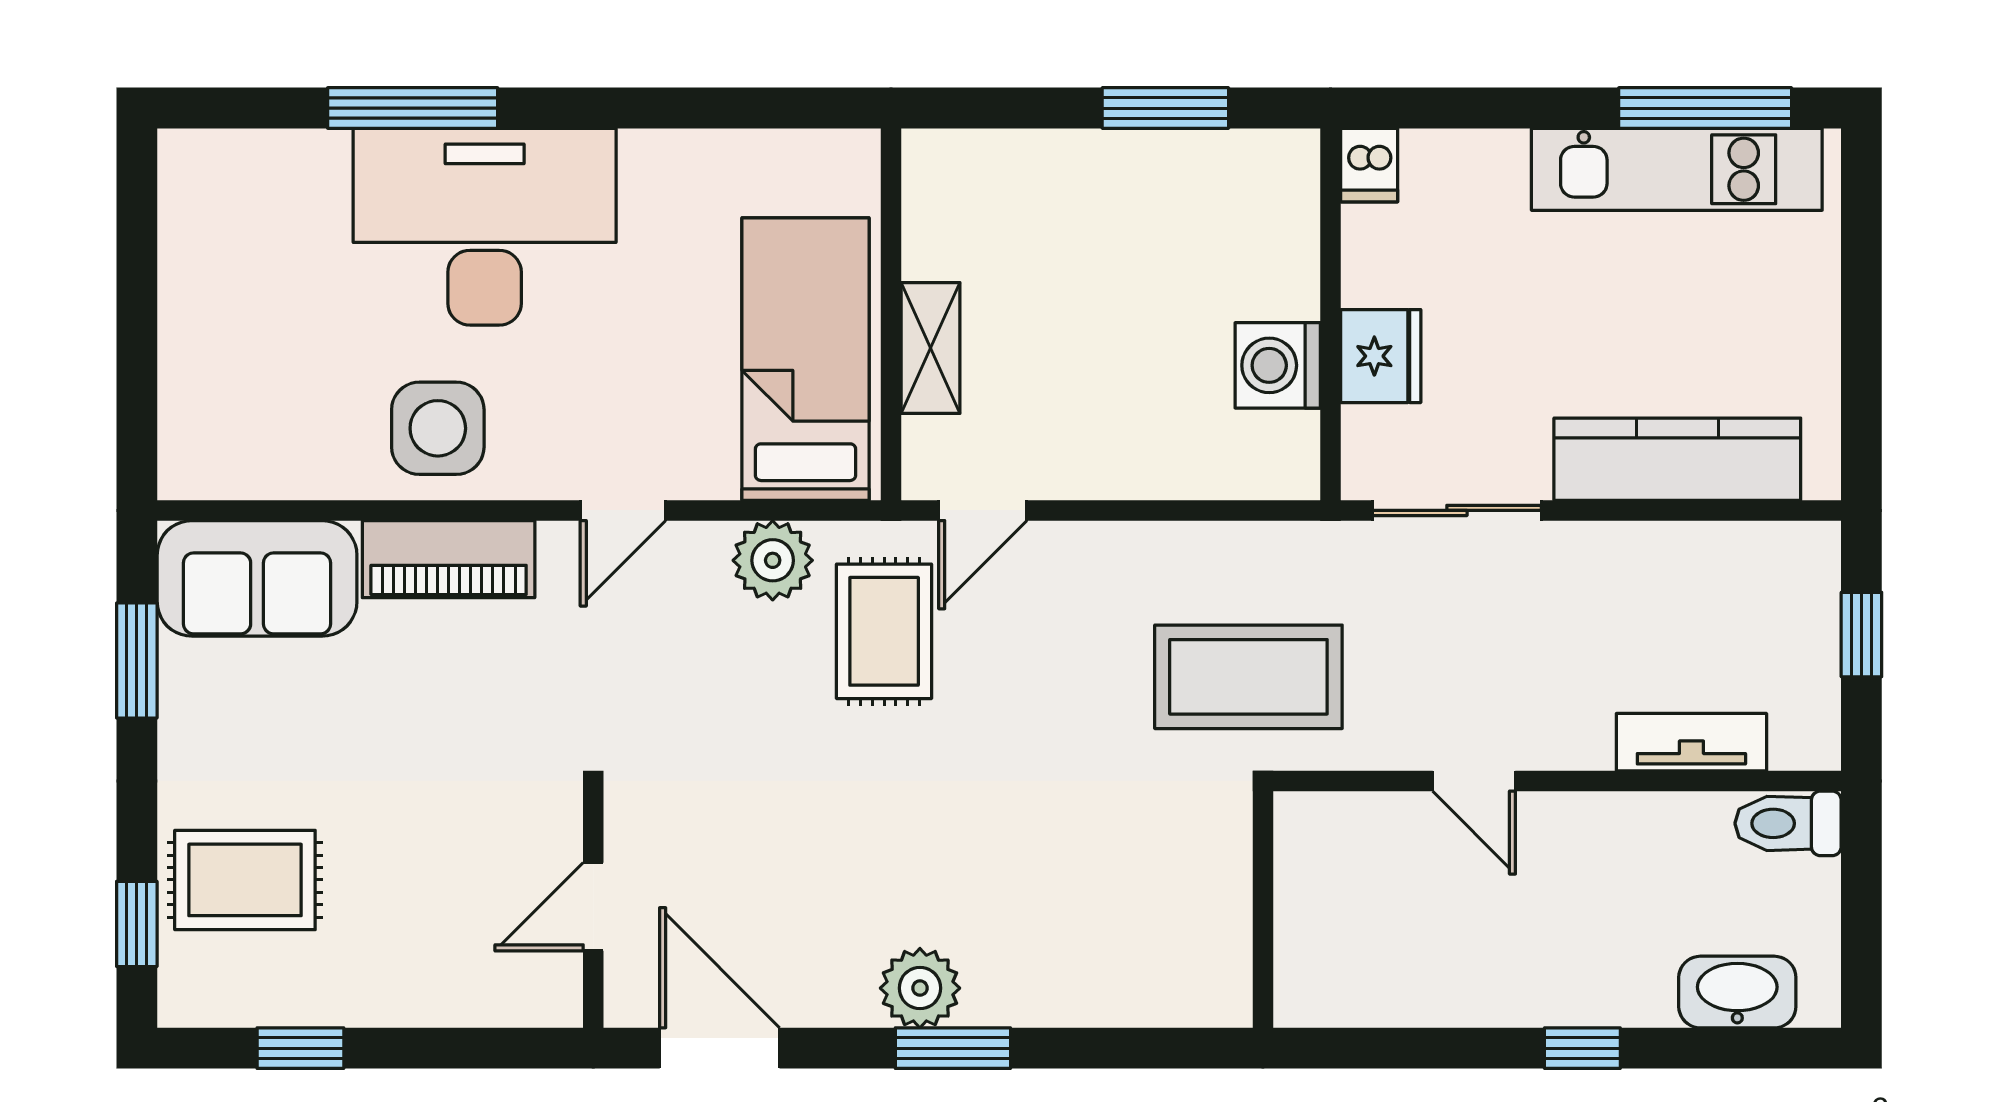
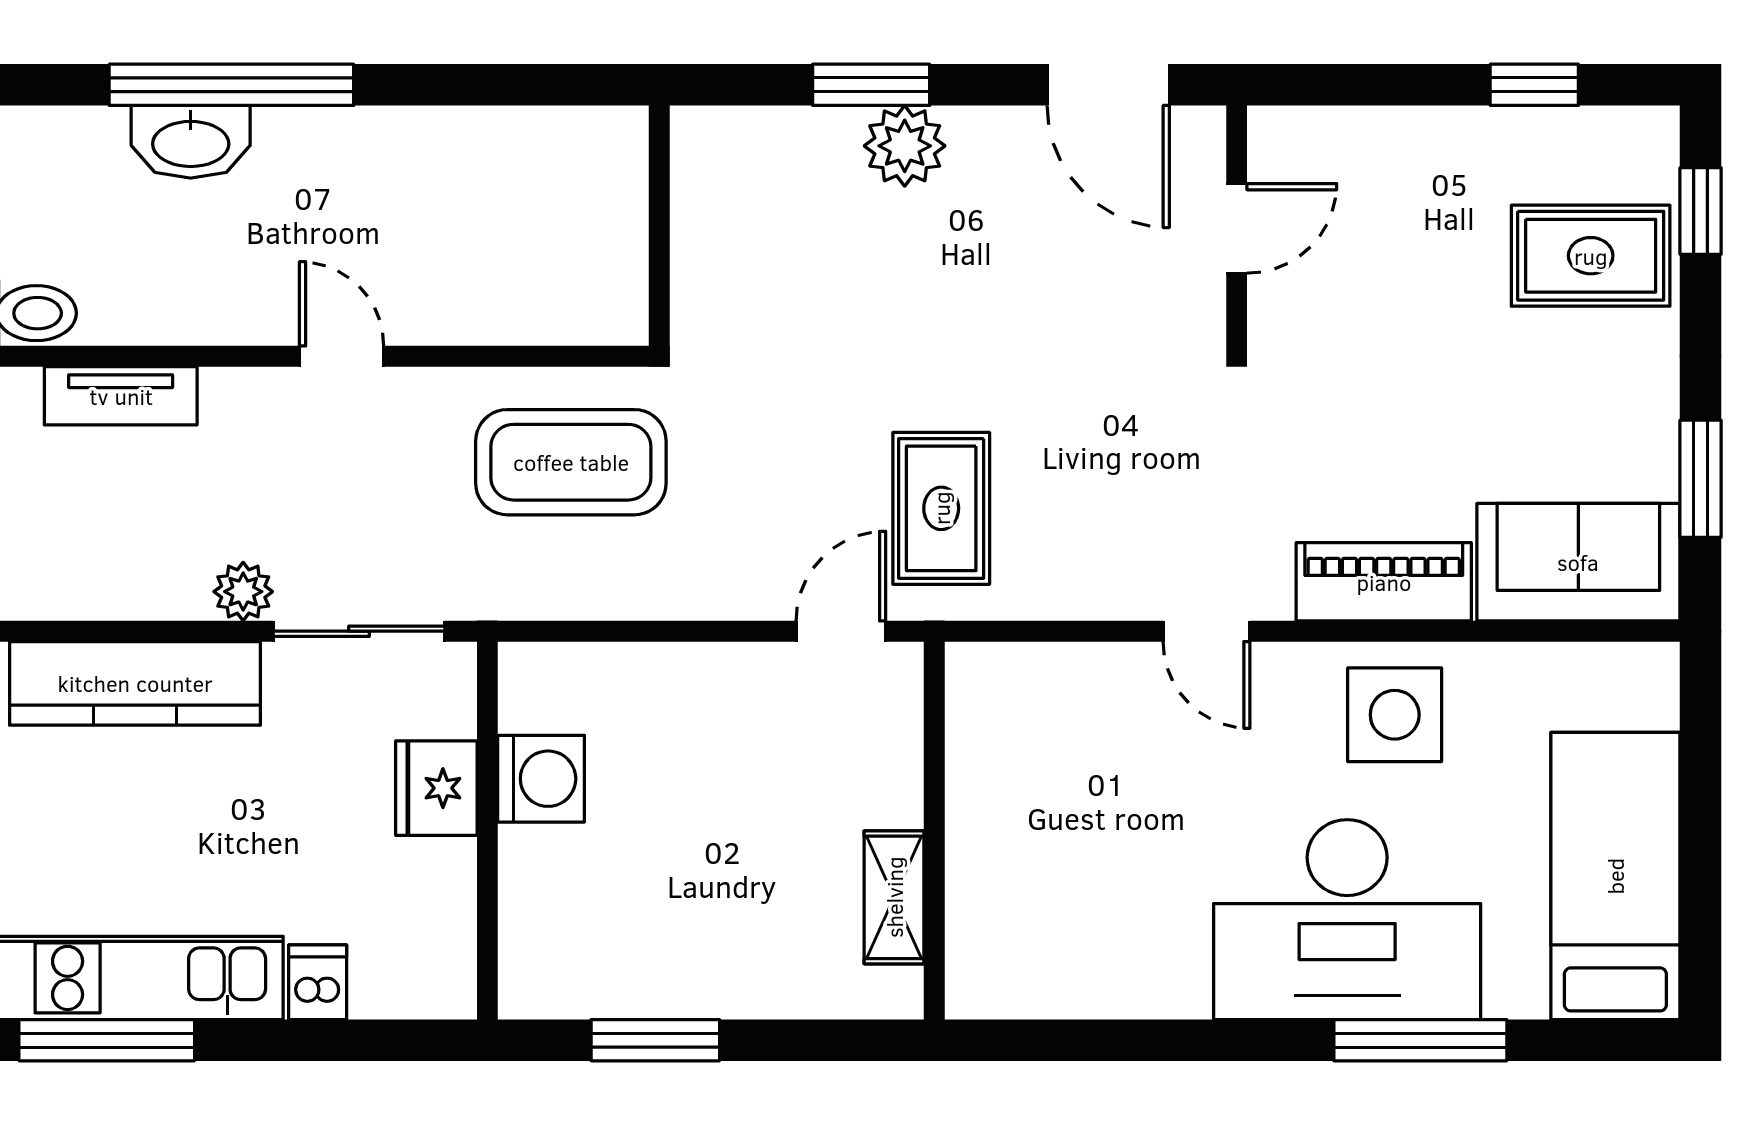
dishwasher: (1369, 165) -> (318, 982), moved
shelving: (930, 348) -> (894, 897), moved
bed: (806, 359) -> (1615, 876), moved, turned 180
door: (623, 510) -> (1207, 631), swing flipped
plant: (773, 560) -> (243, 592), moved, width x0.73, depth x0.73
wall: (1263, 909) -> (659, 226), moved
washbasin: (1737, 992) -> (191, 142), moved
window: (1582, 1048) -> (231, 85), width x3.17

